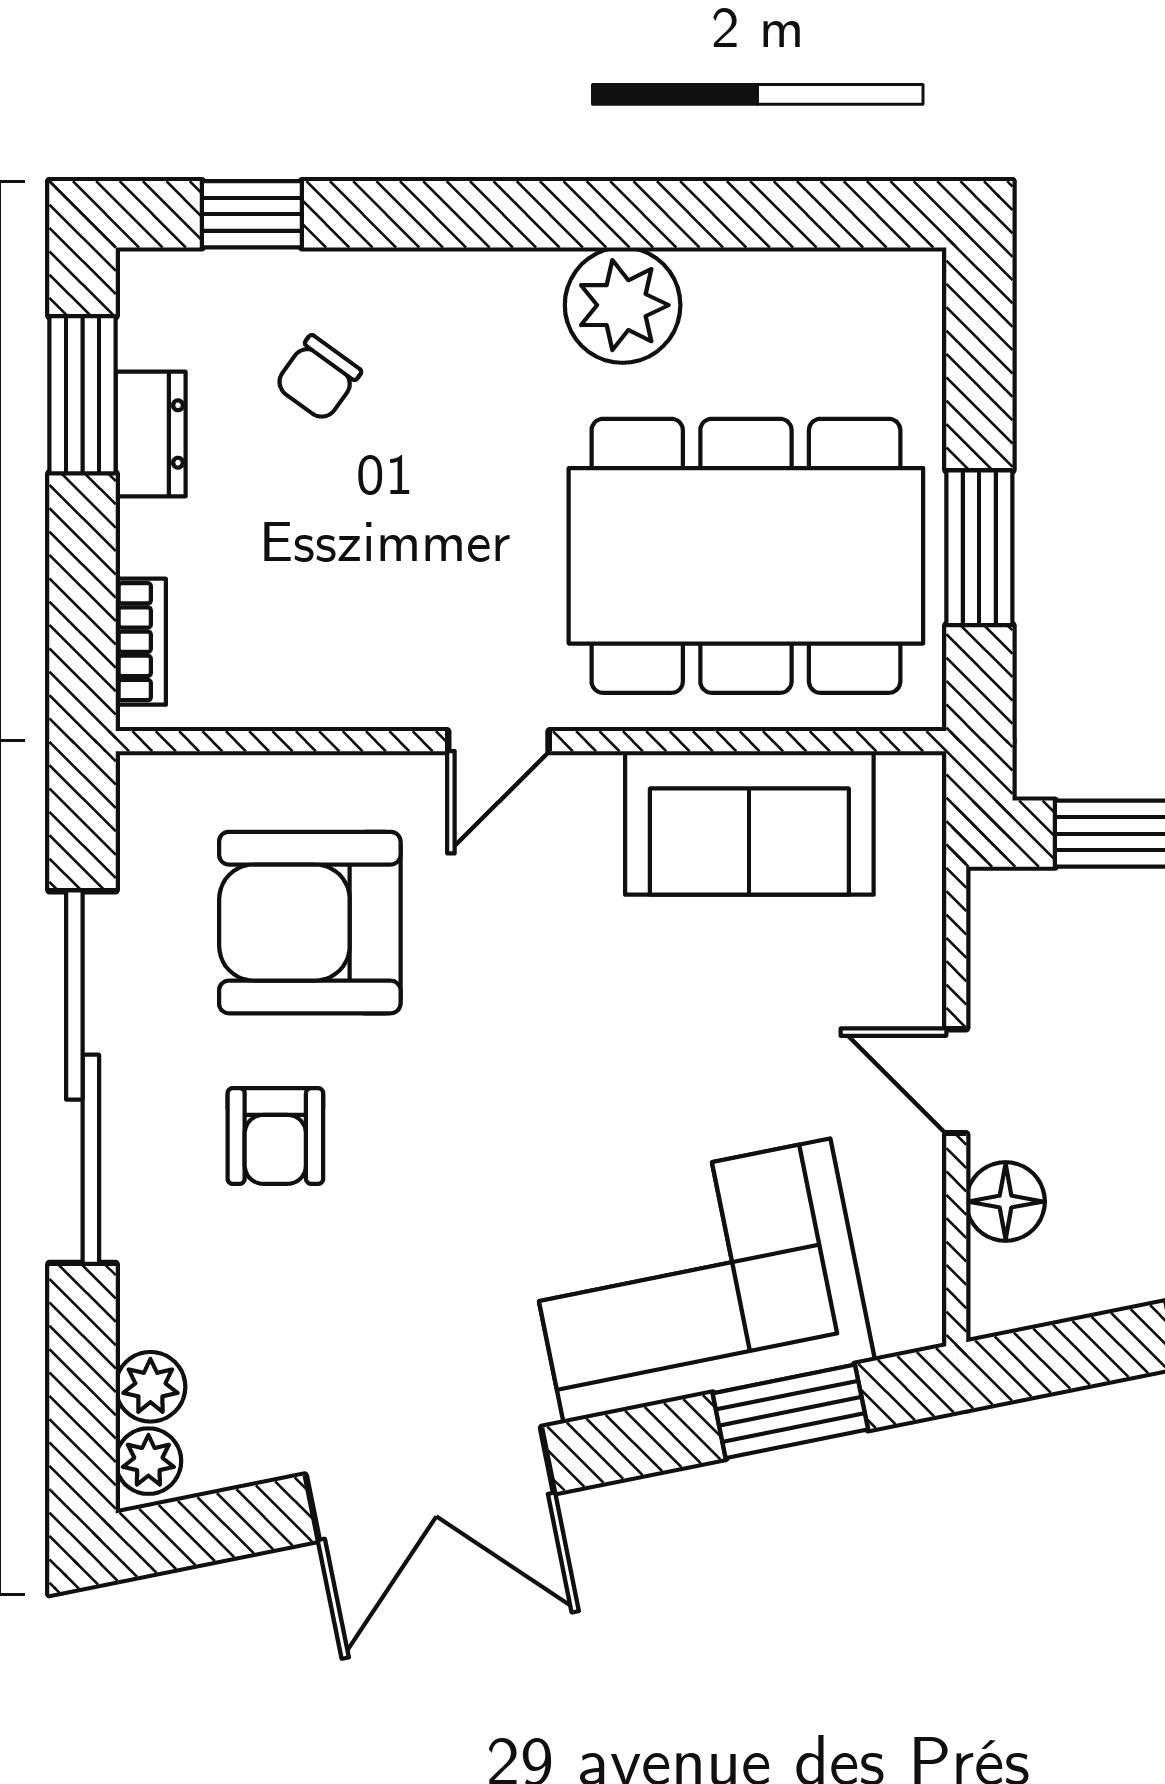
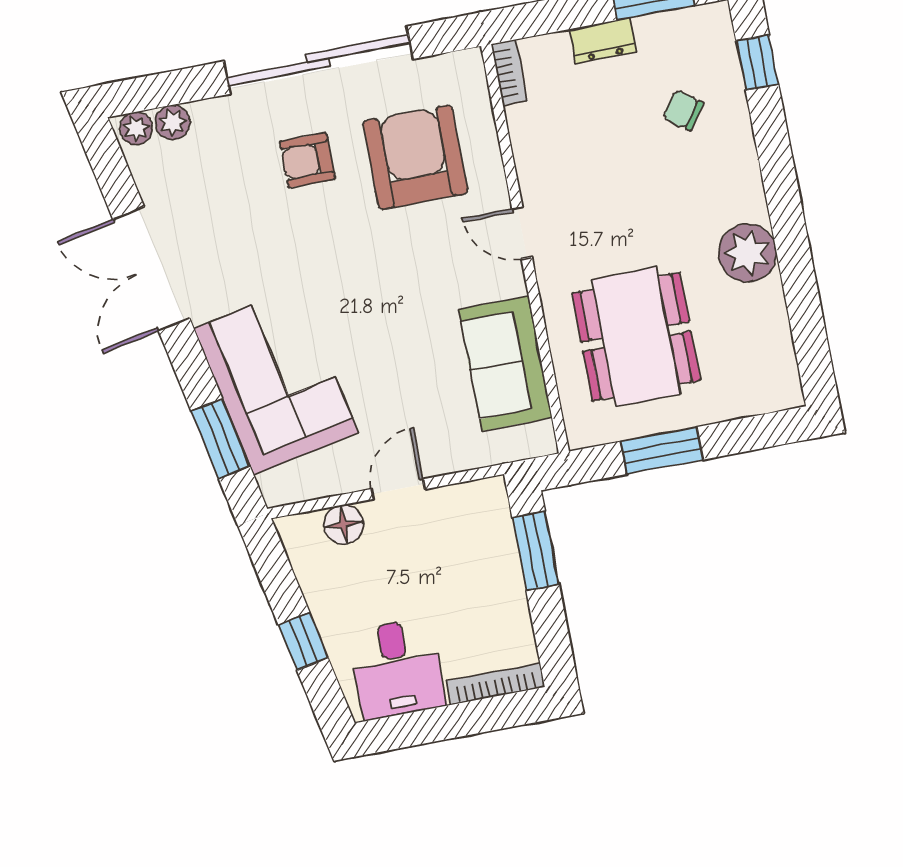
dresser: (151, 434) -> (603, 40), moved
dining table: (746, 556) -> (636, 337), width x0.73, depth x0.80
bookcase: (141, 642) -> (509, 73), moved, turned -90

